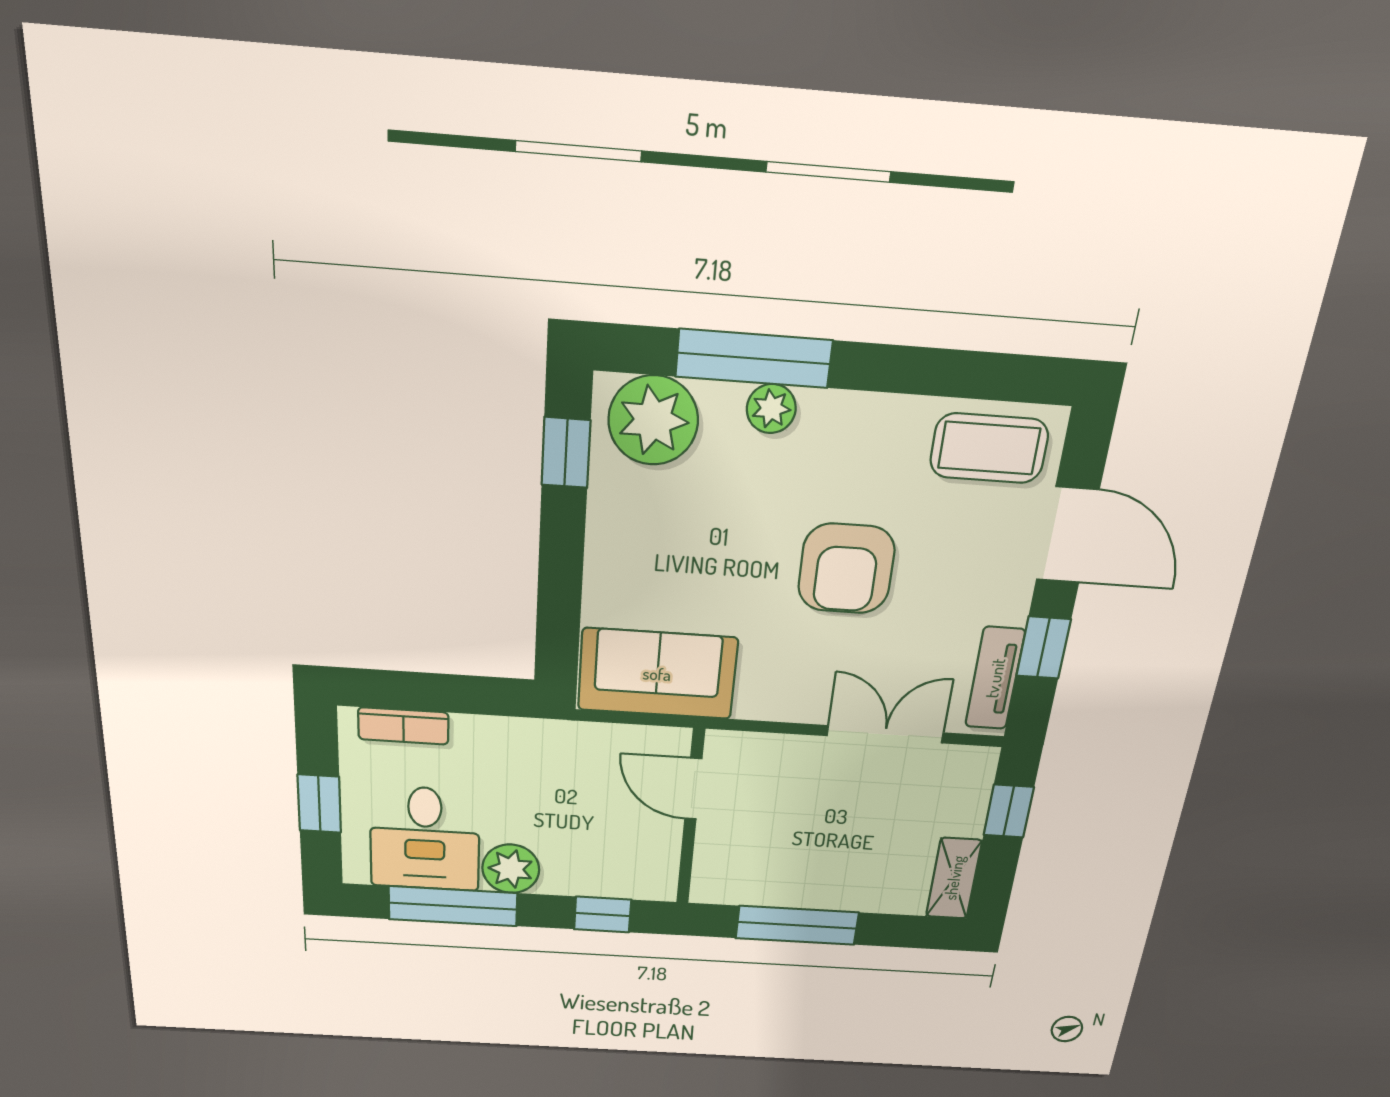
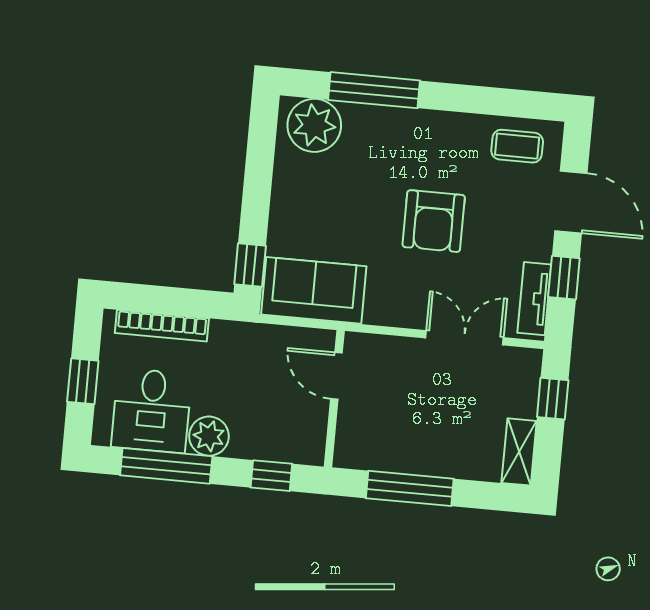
plant: (771, 409) -> (385, 120), removed
coffee table: (989, 448) -> (517, 146), width x0.73, depth x0.77
window: (566, 453) -> (250, 265), moved
bookcase: (403, 726) -> (162, 326), width x1.56

